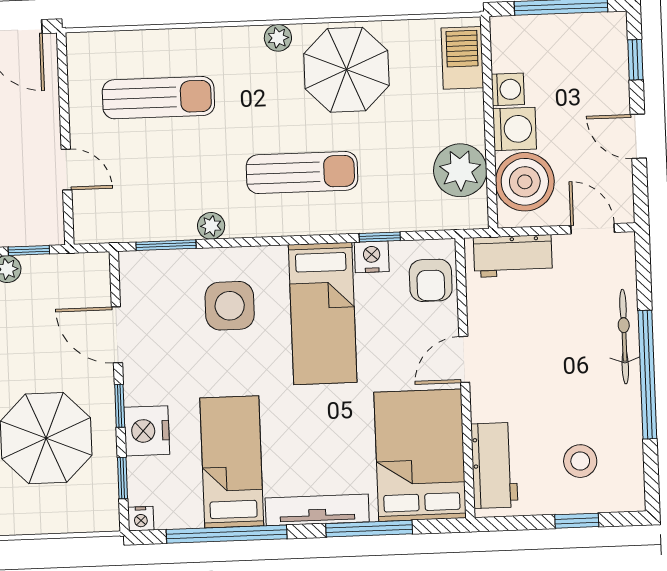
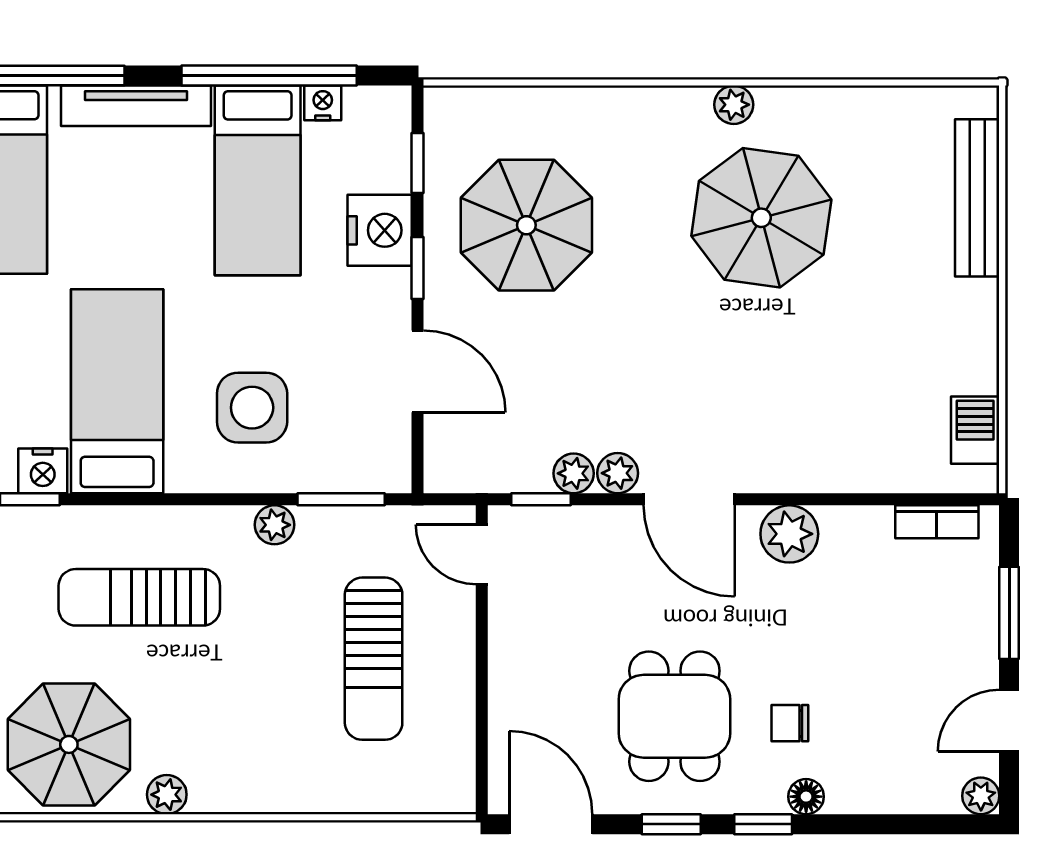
sun lounger: (158, 98) -> (374, 659), moved, turned -90
door: (66, 169) -> (482, 554), moved
nightstand: (141, 519) -> (323, 103), moved

